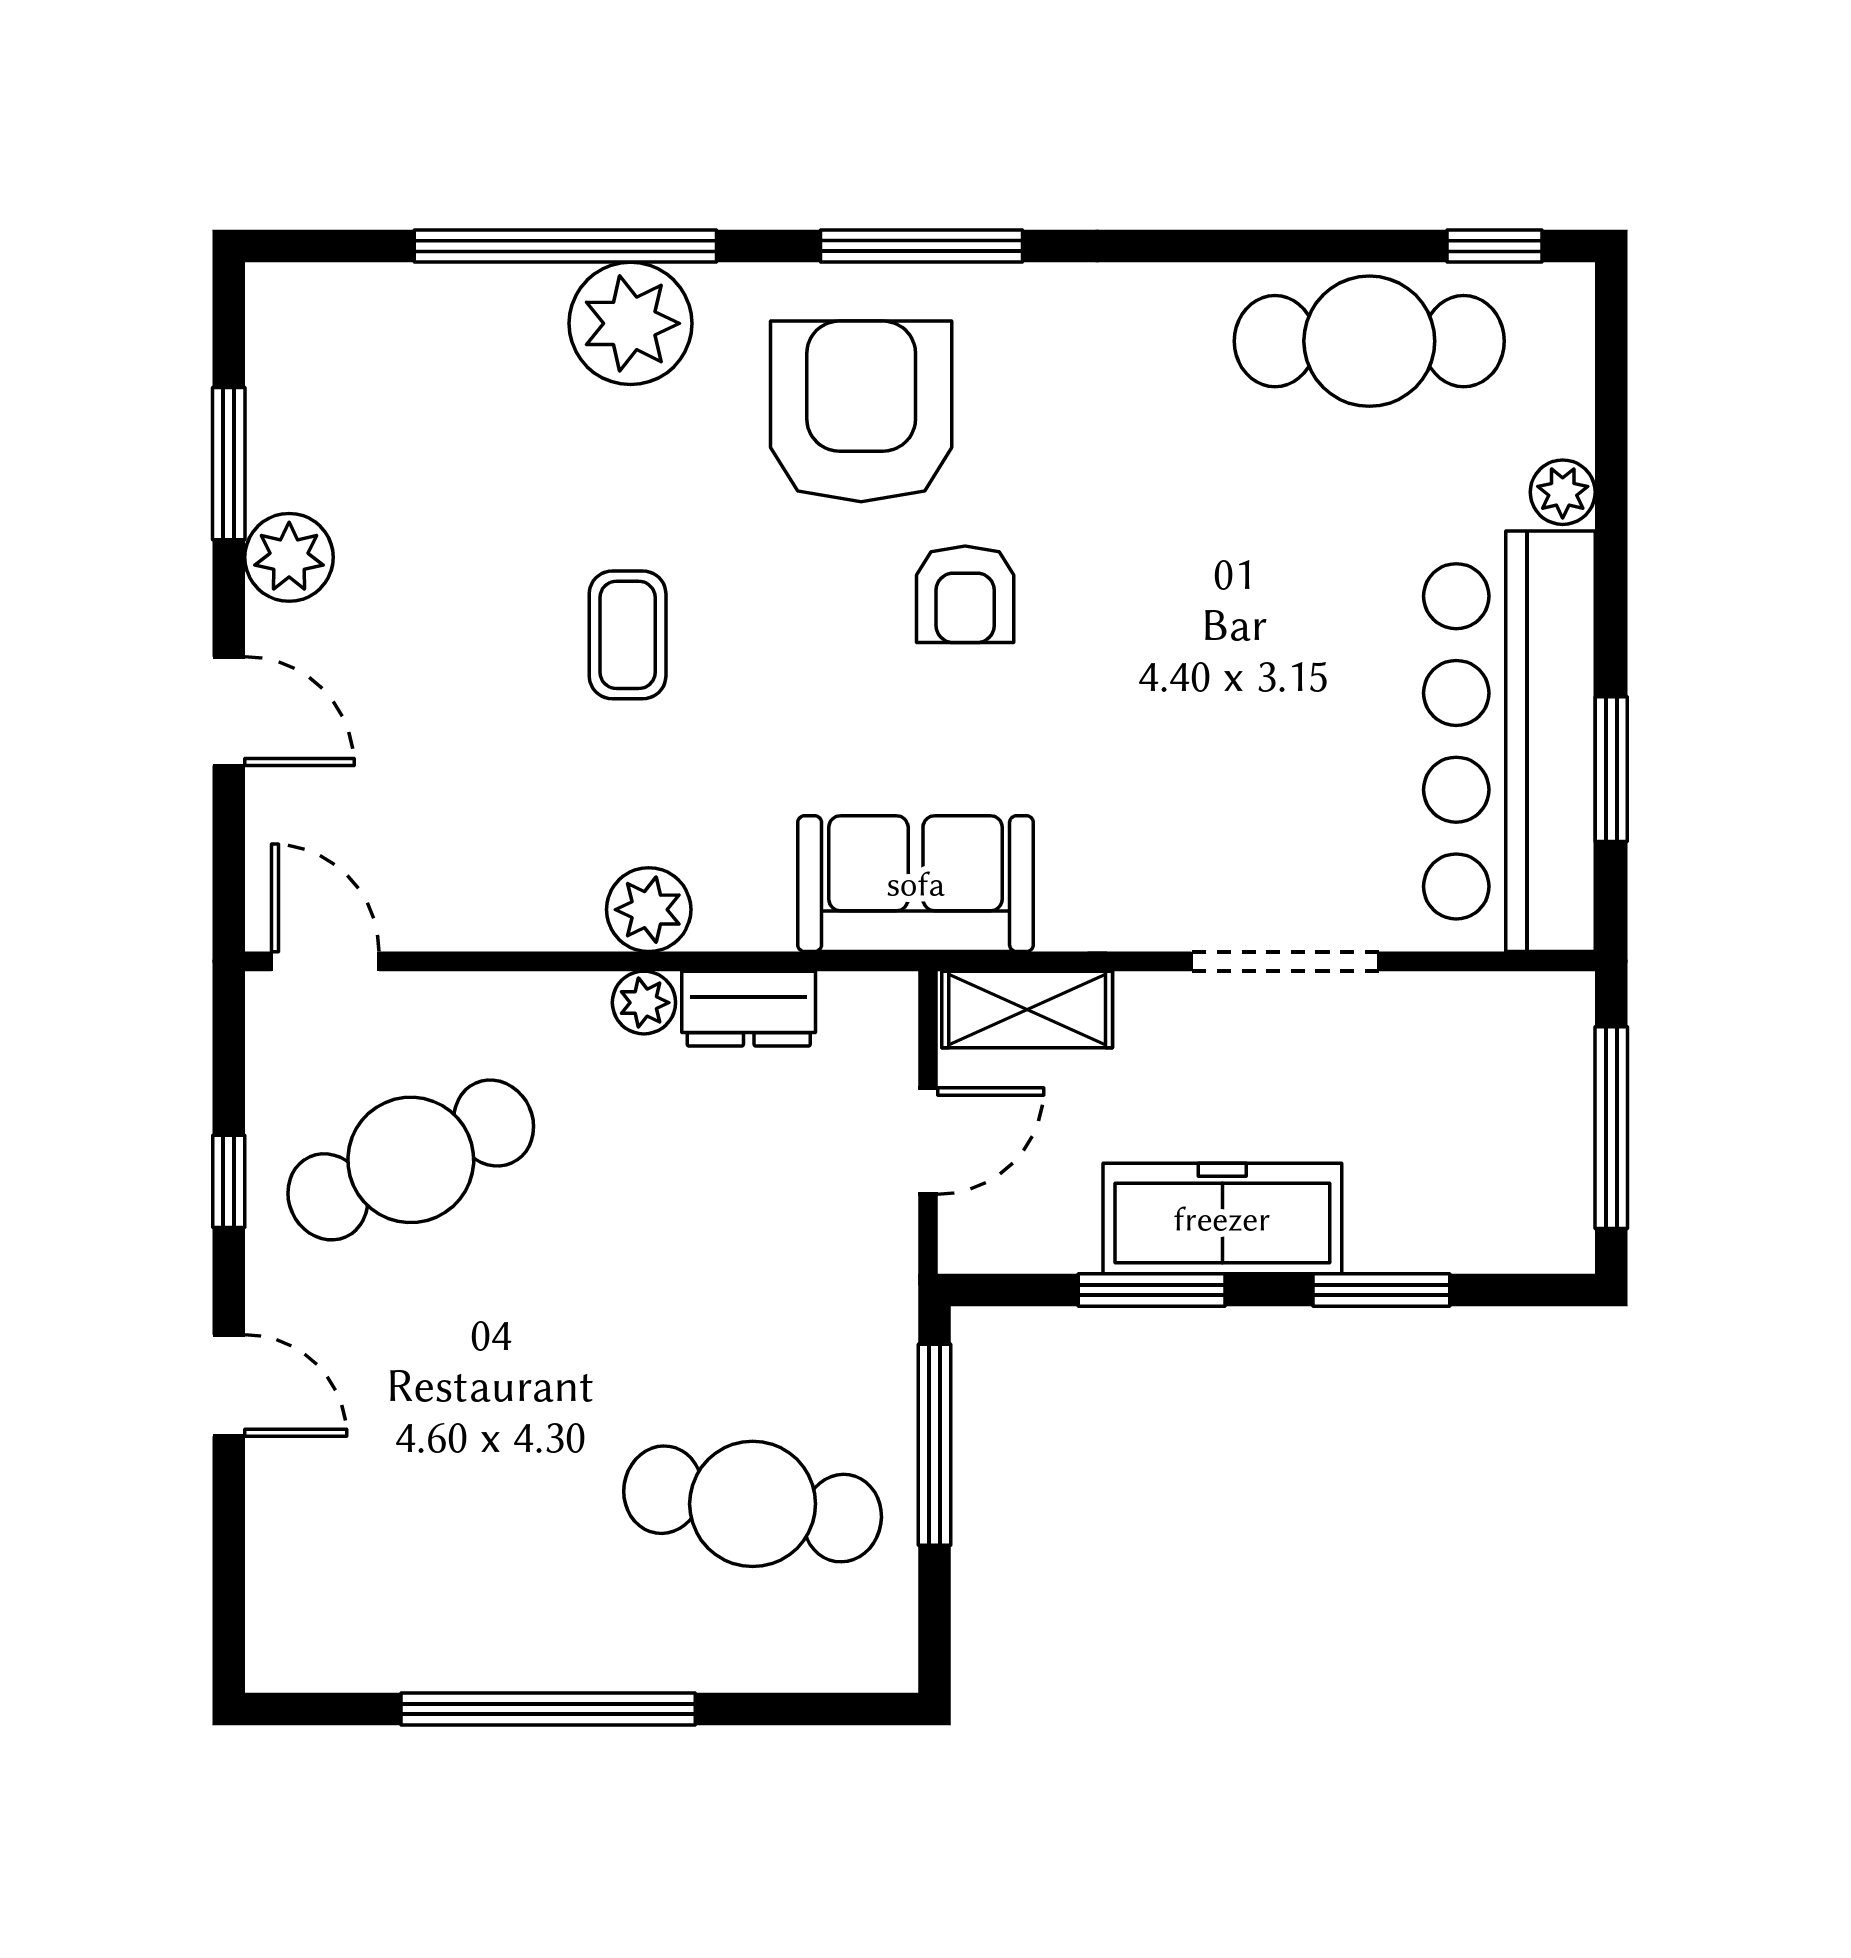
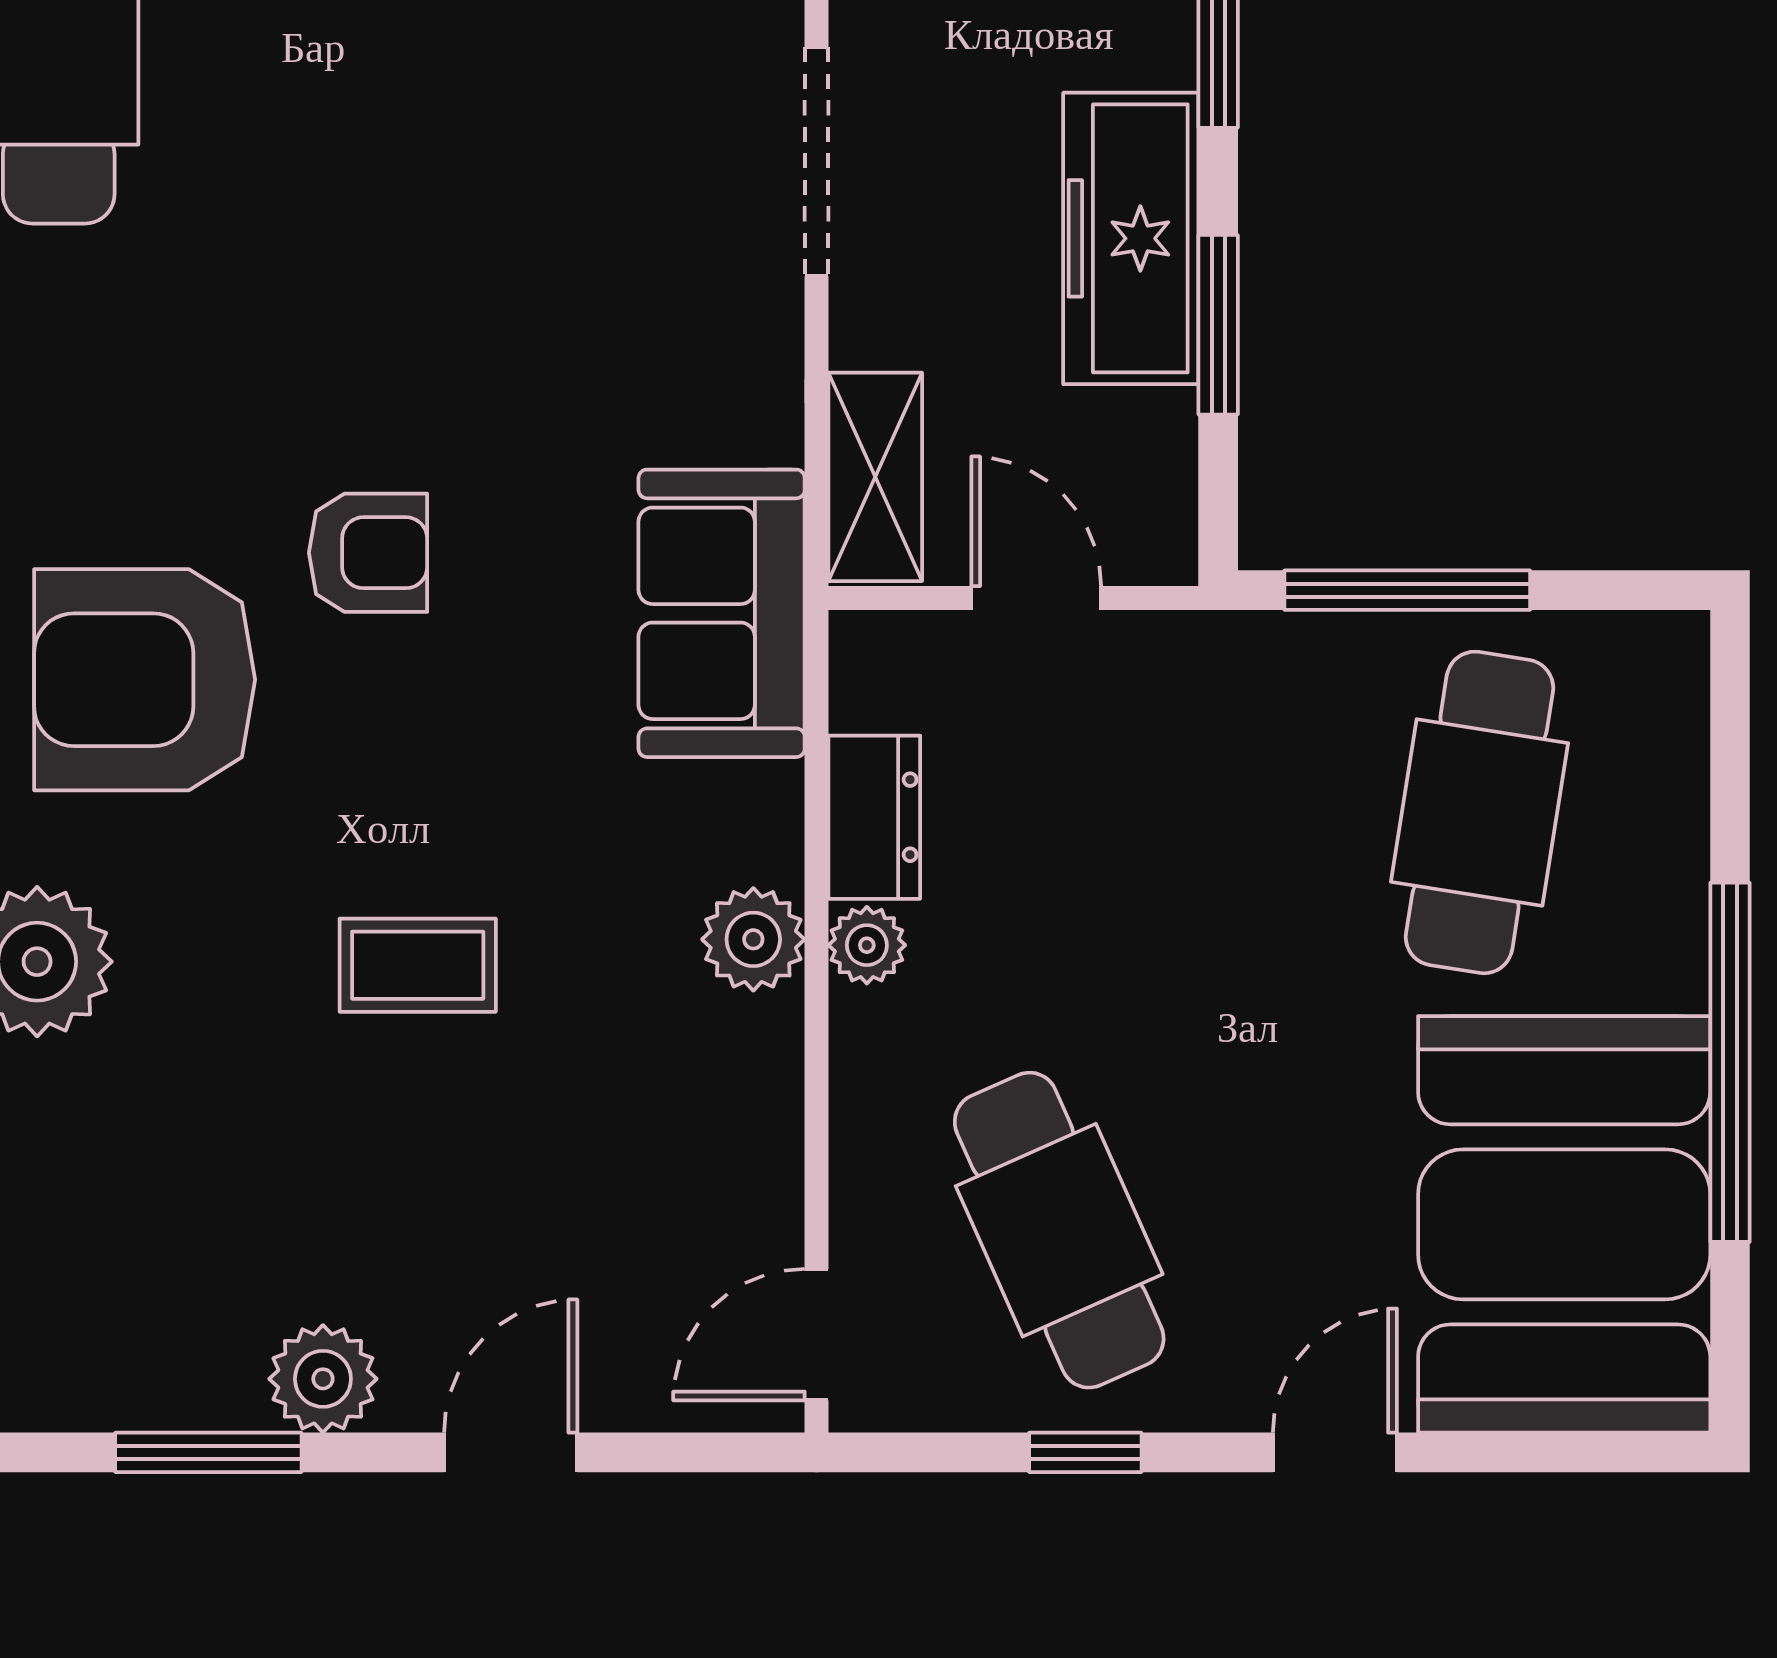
booth: (415, 1573) -> (1564, 1224), added

